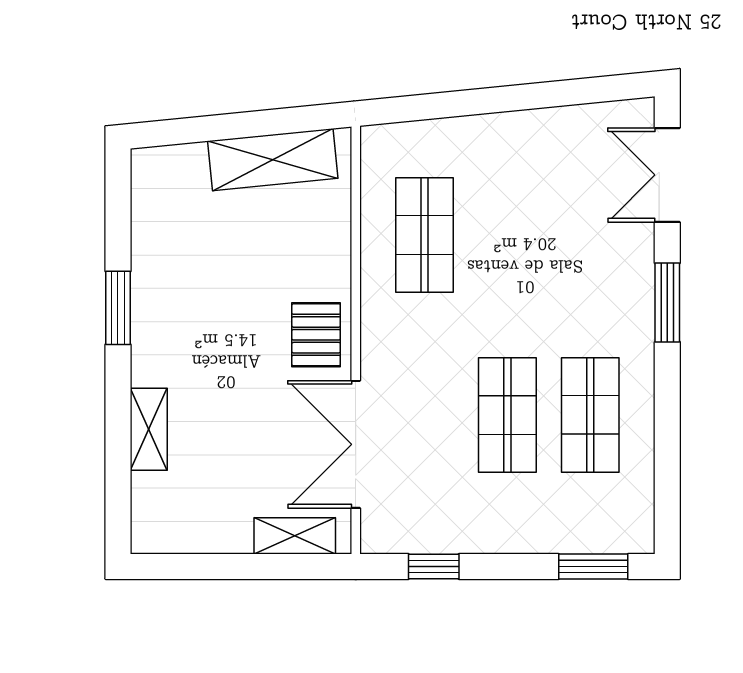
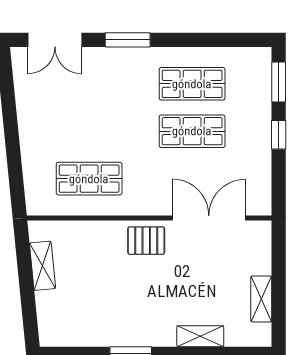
shelving: (273, 160) -> (42, 266), width x0.67, depth x0.75
double door: (356, 444) -> (209, 218), swing flipped
shelving: (295, 536) -> (261, 299), moved
window: (434, 566) -> (279, 135), moved

